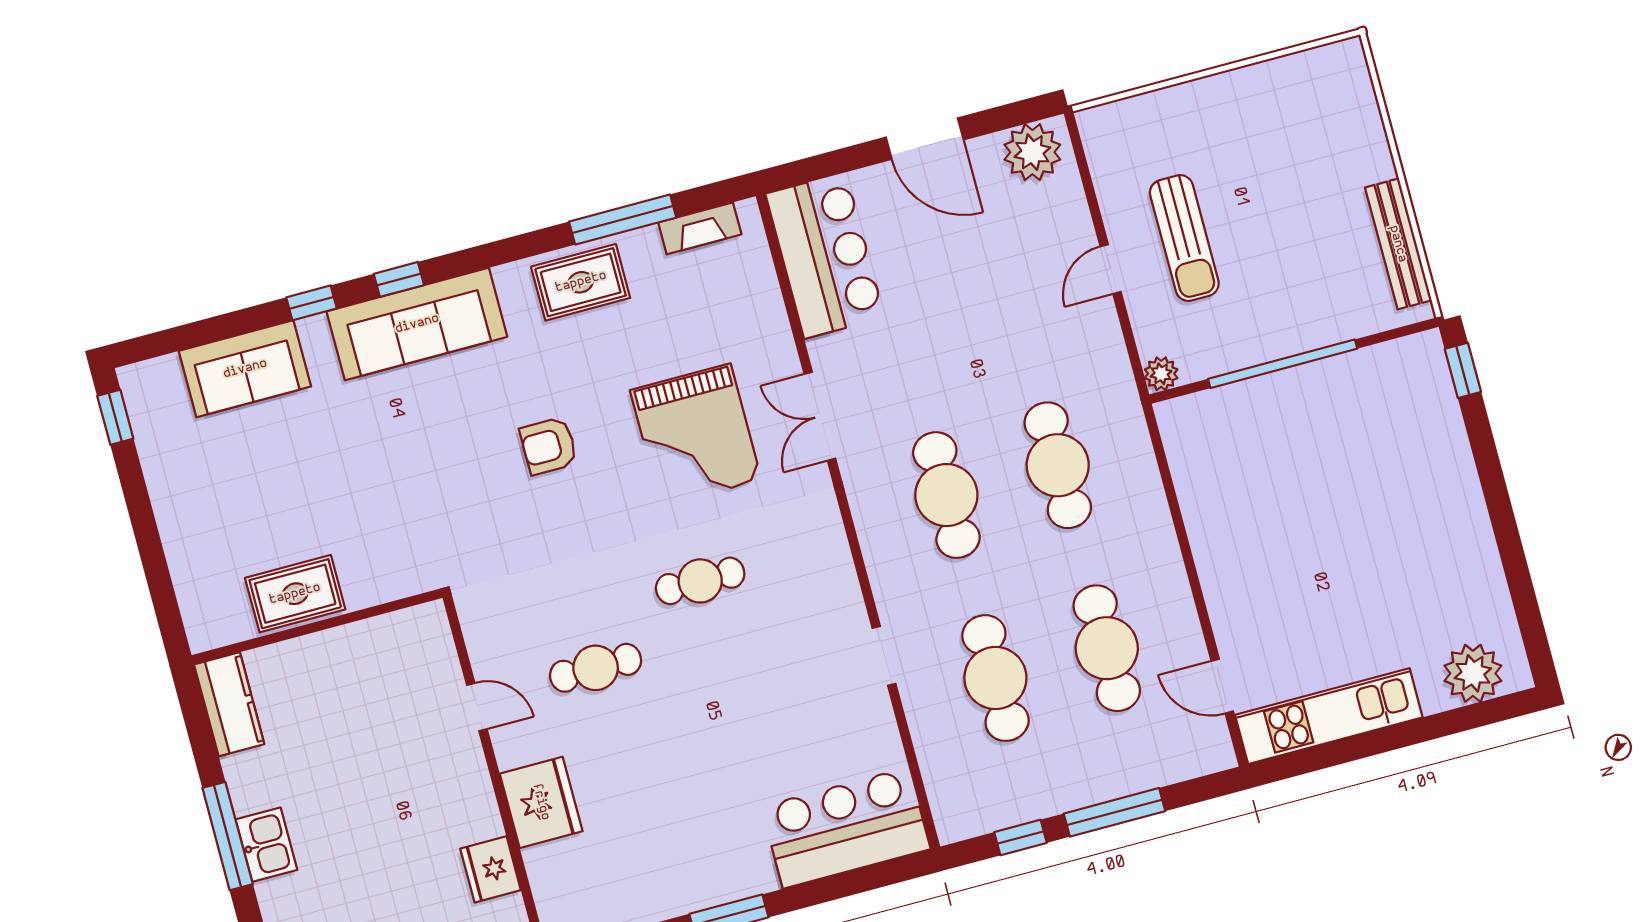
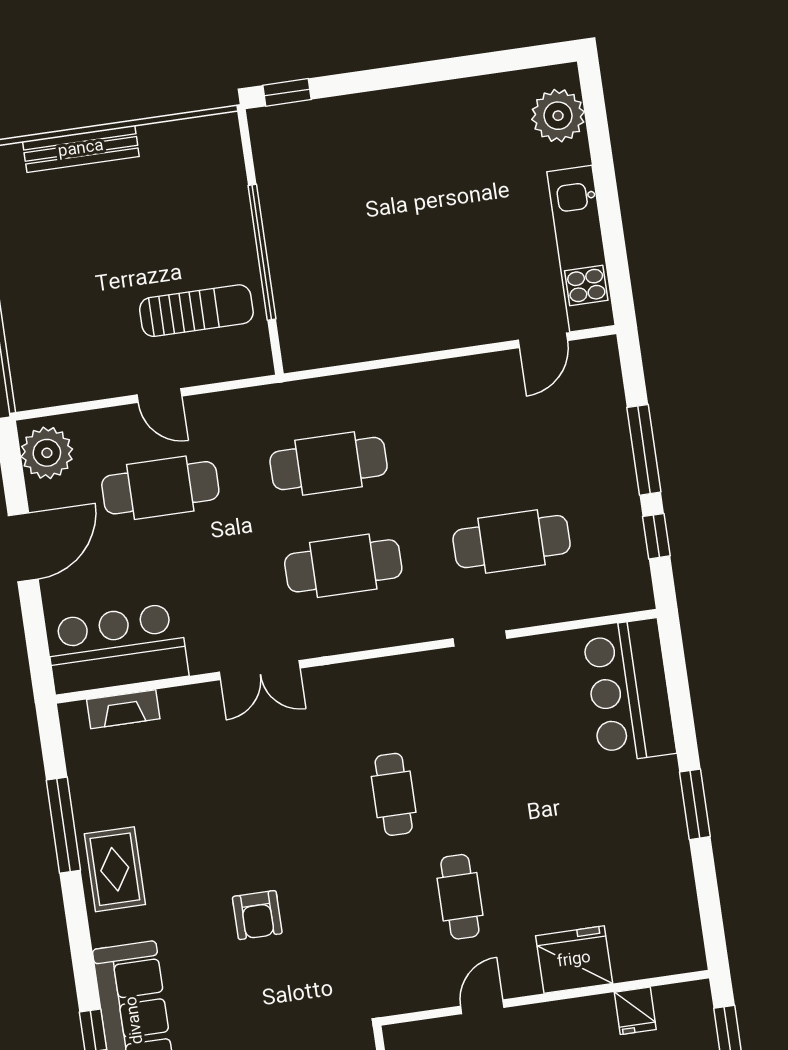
fireplace: (700, 228) -> (123, 709), moved, turned 90
sun lounger: (1184, 238) -> (196, 311), moved
bench: (1398, 244) -> (81, 149), moved
plant: (1161, 374) -> (258, 362), removed
grand piano: (696, 435) -> (263, 783), removed
cafe table: (1107, 648) -> (160, 488), moved
fridge: (491, 869) -> (635, 1011), width x0.72

